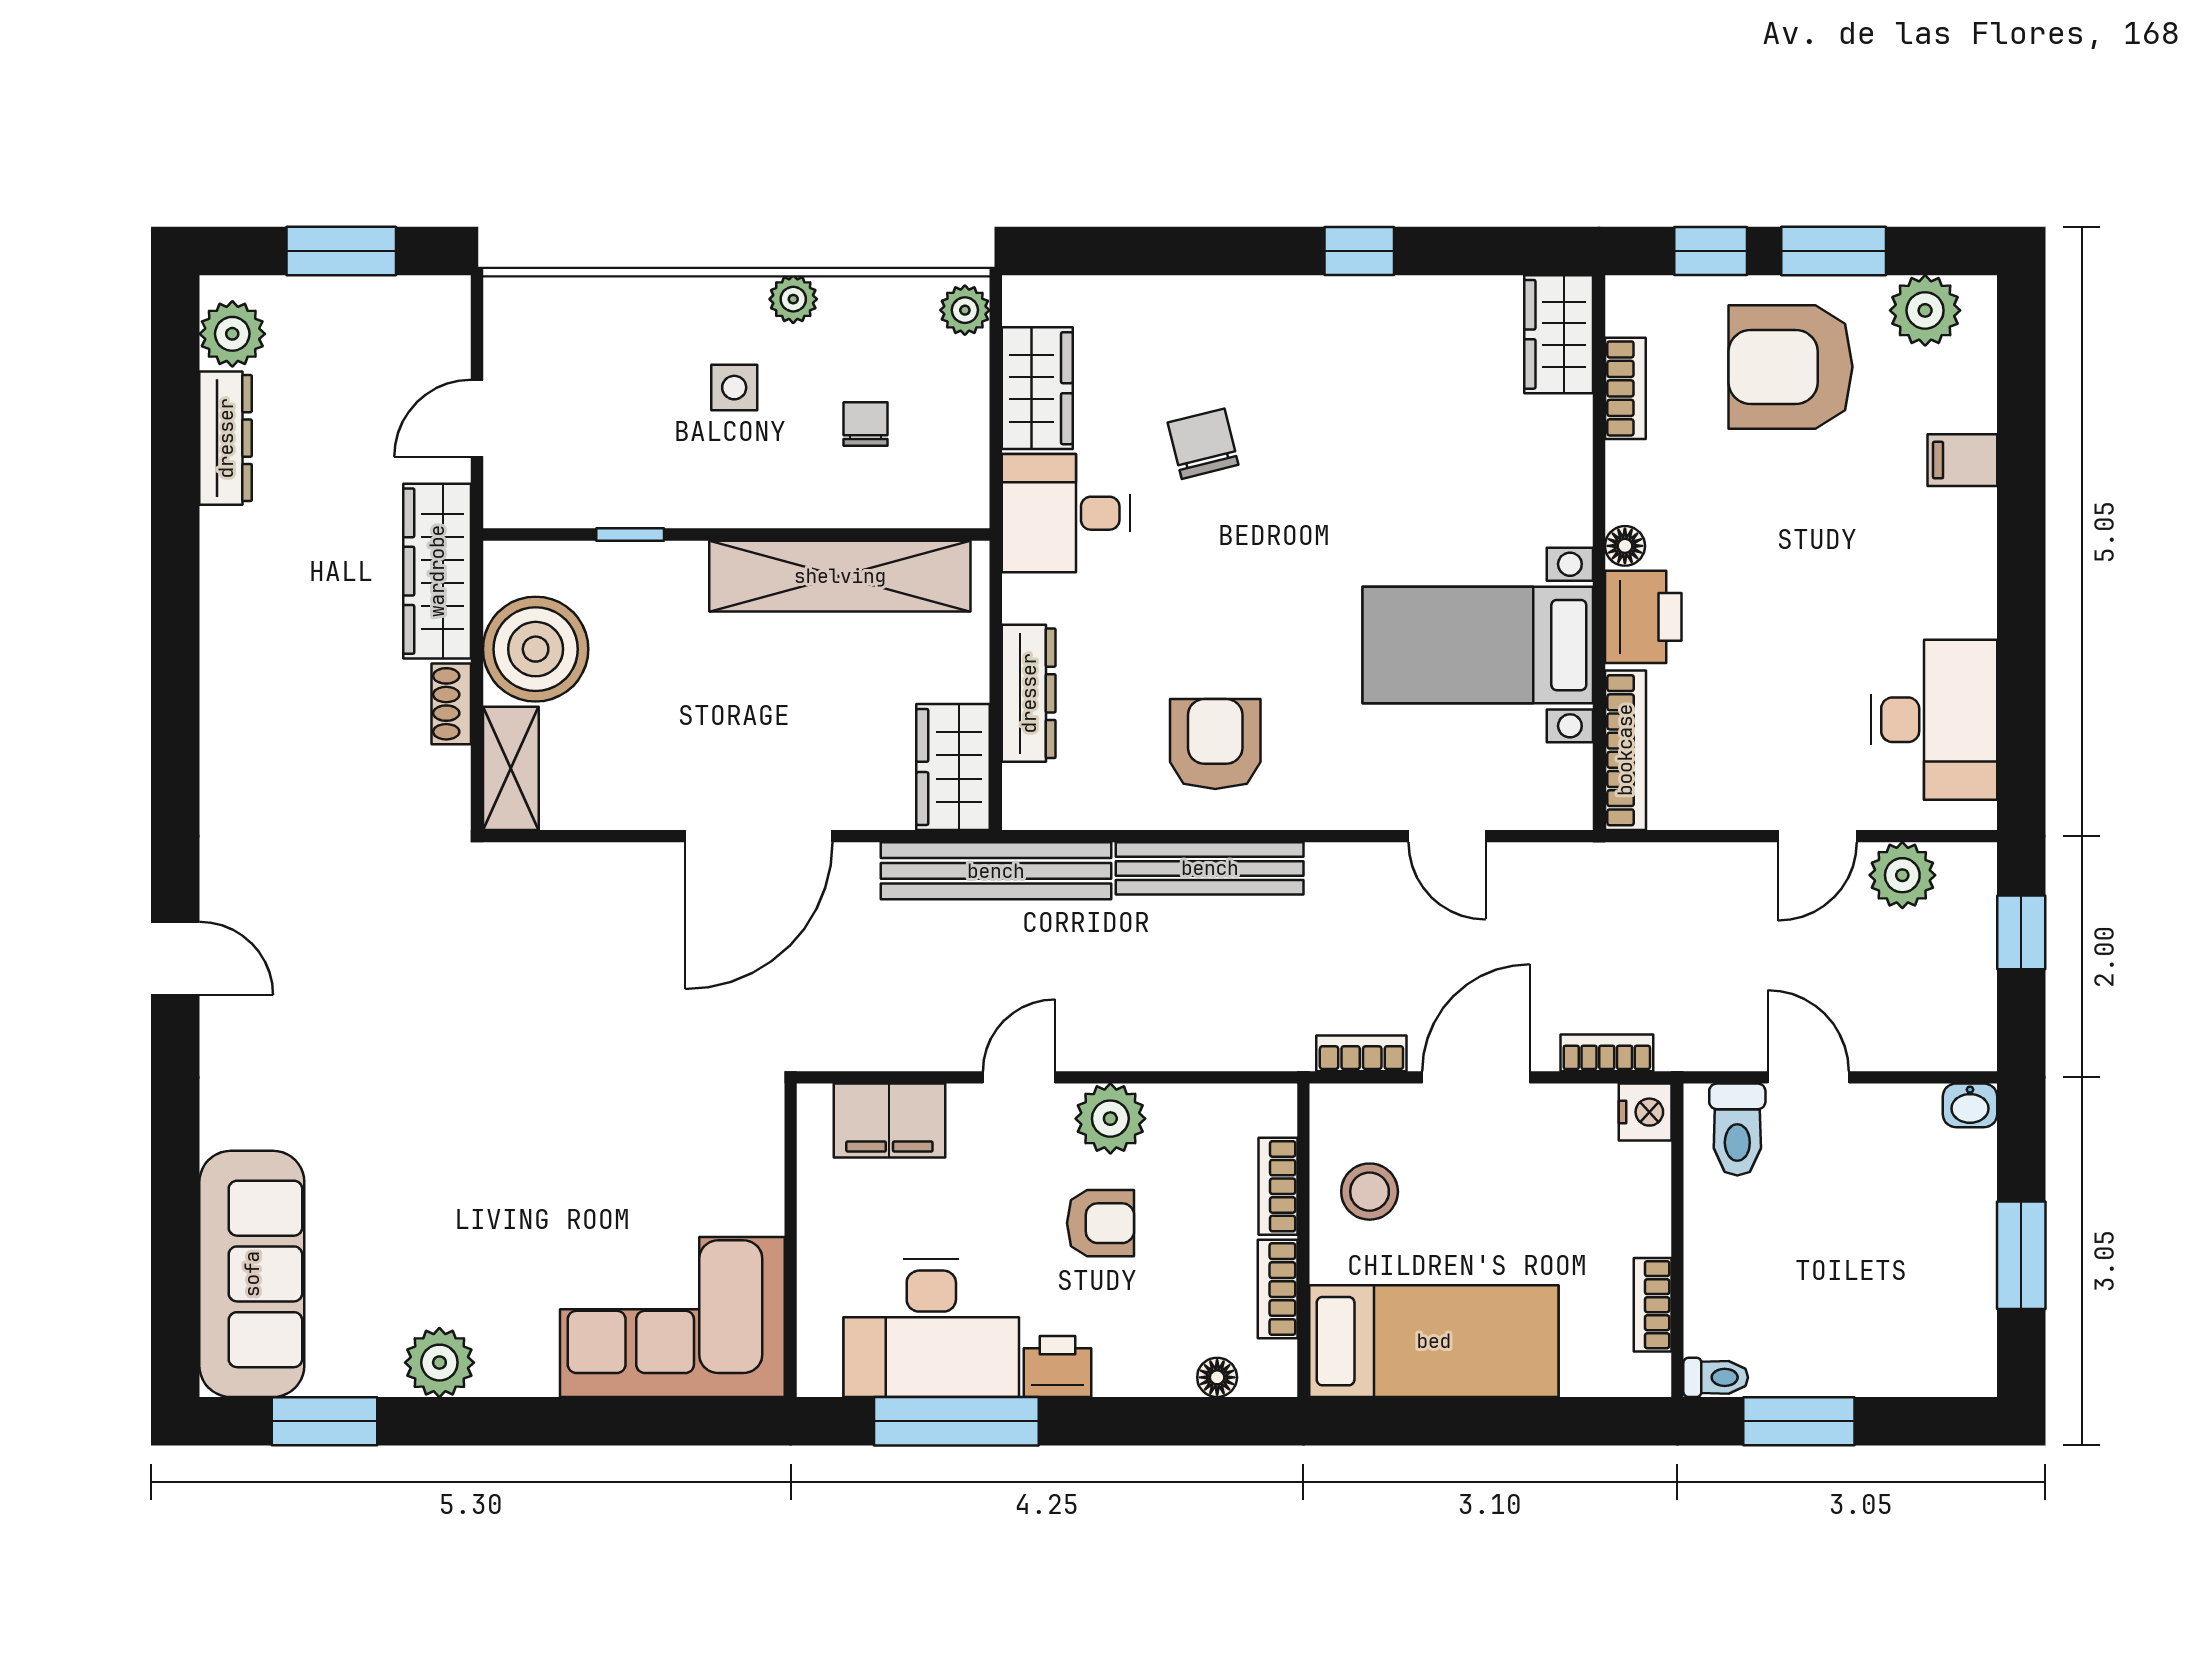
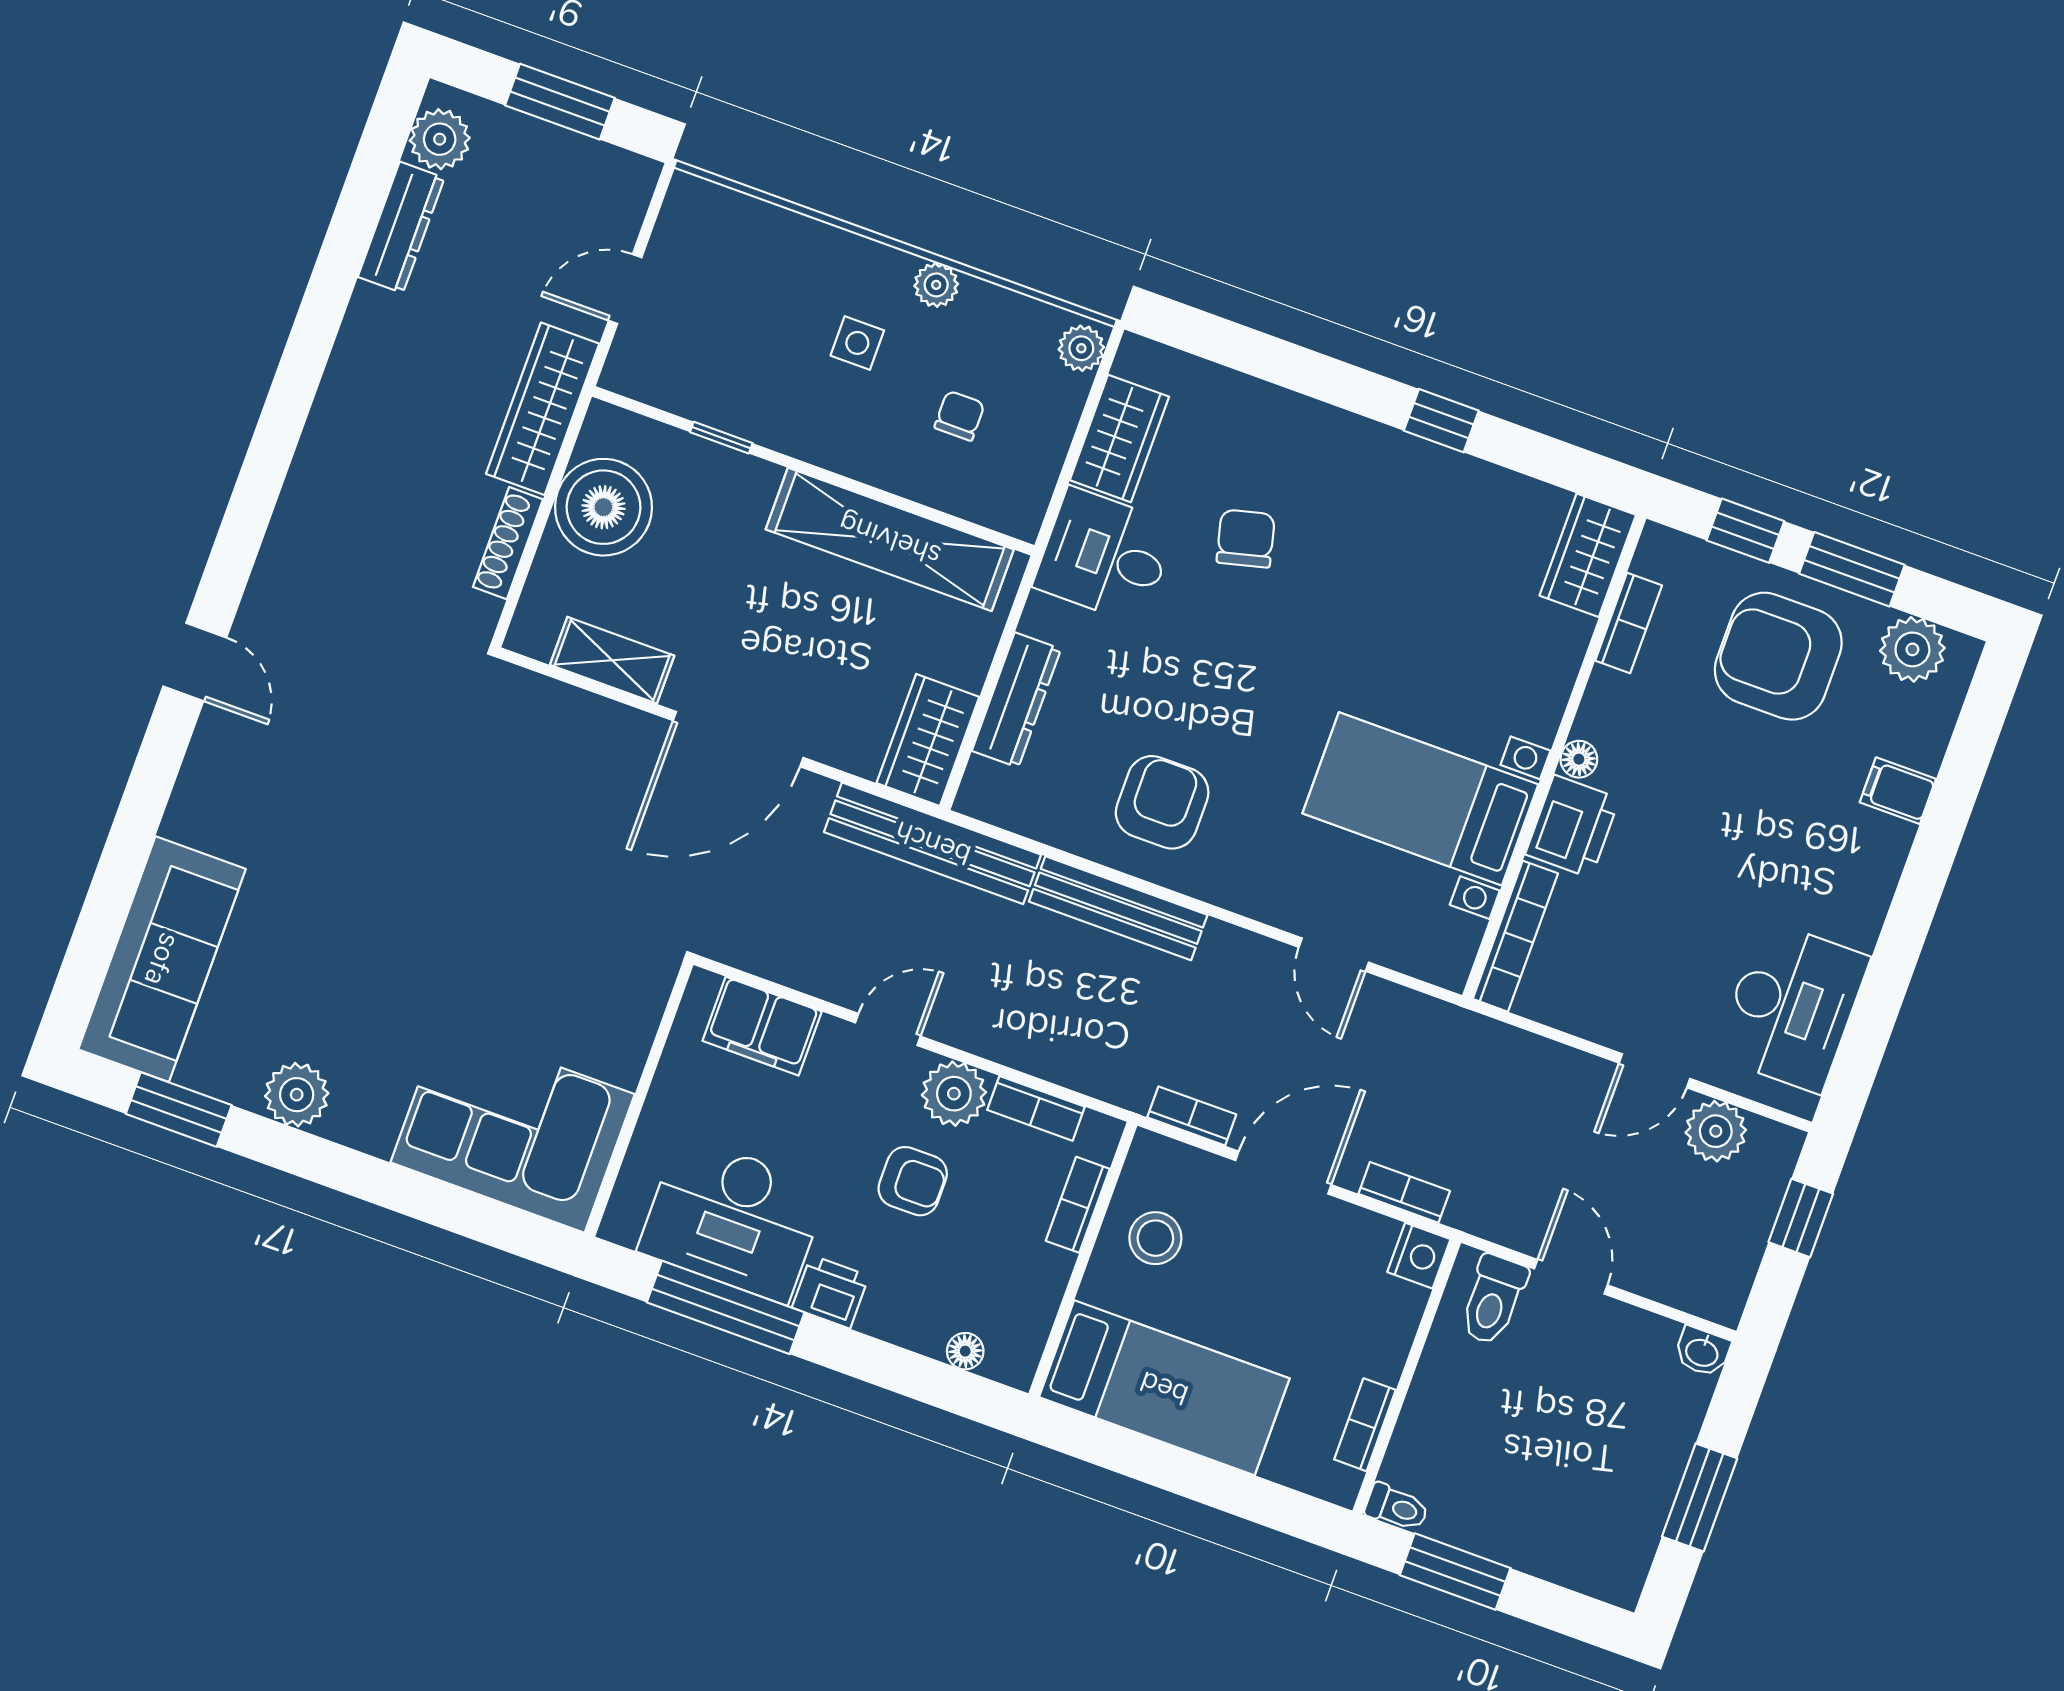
shoe rack: (451, 704) -> (508, 543), width x1.43
shelving: (511, 768) -> (612, 660), moved, turned 90
bookcase: (1278, 1289) -> (1036, 1108), moved, turned -90

